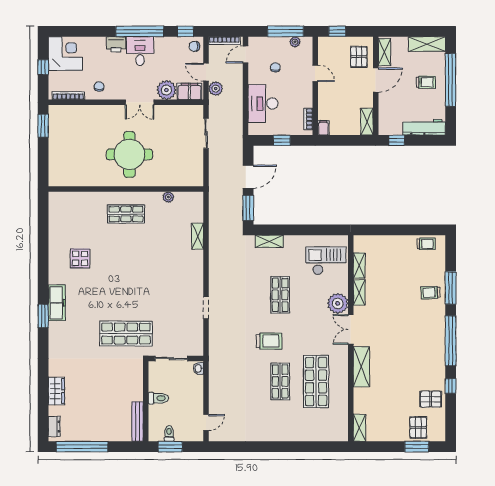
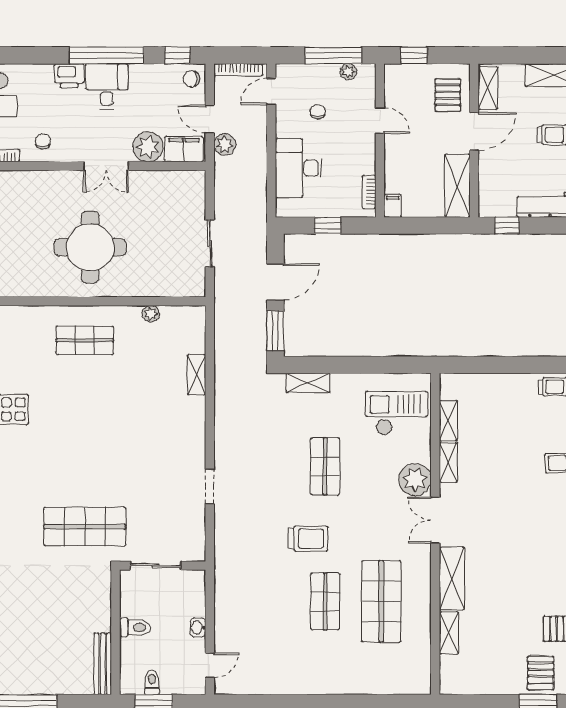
shelving: (367, 122) -> (457, 186), width x1.50, depth x1.33
sliding door: (206, 133) -> (210, 243), moved
washbasin: (198, 368) -> (198, 627), moved
shelving: (359, 428) -> (449, 633), moved

